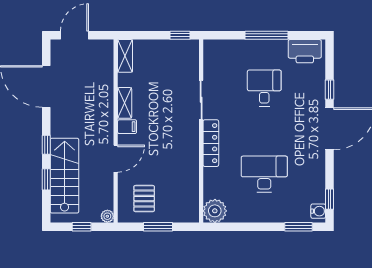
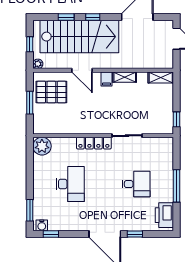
stairs: (65, 176) -> (79, 37), width x1.36, depth x1.51
pallet: (144, 199) -> (51, 92), width x1.50, depth x1.42

